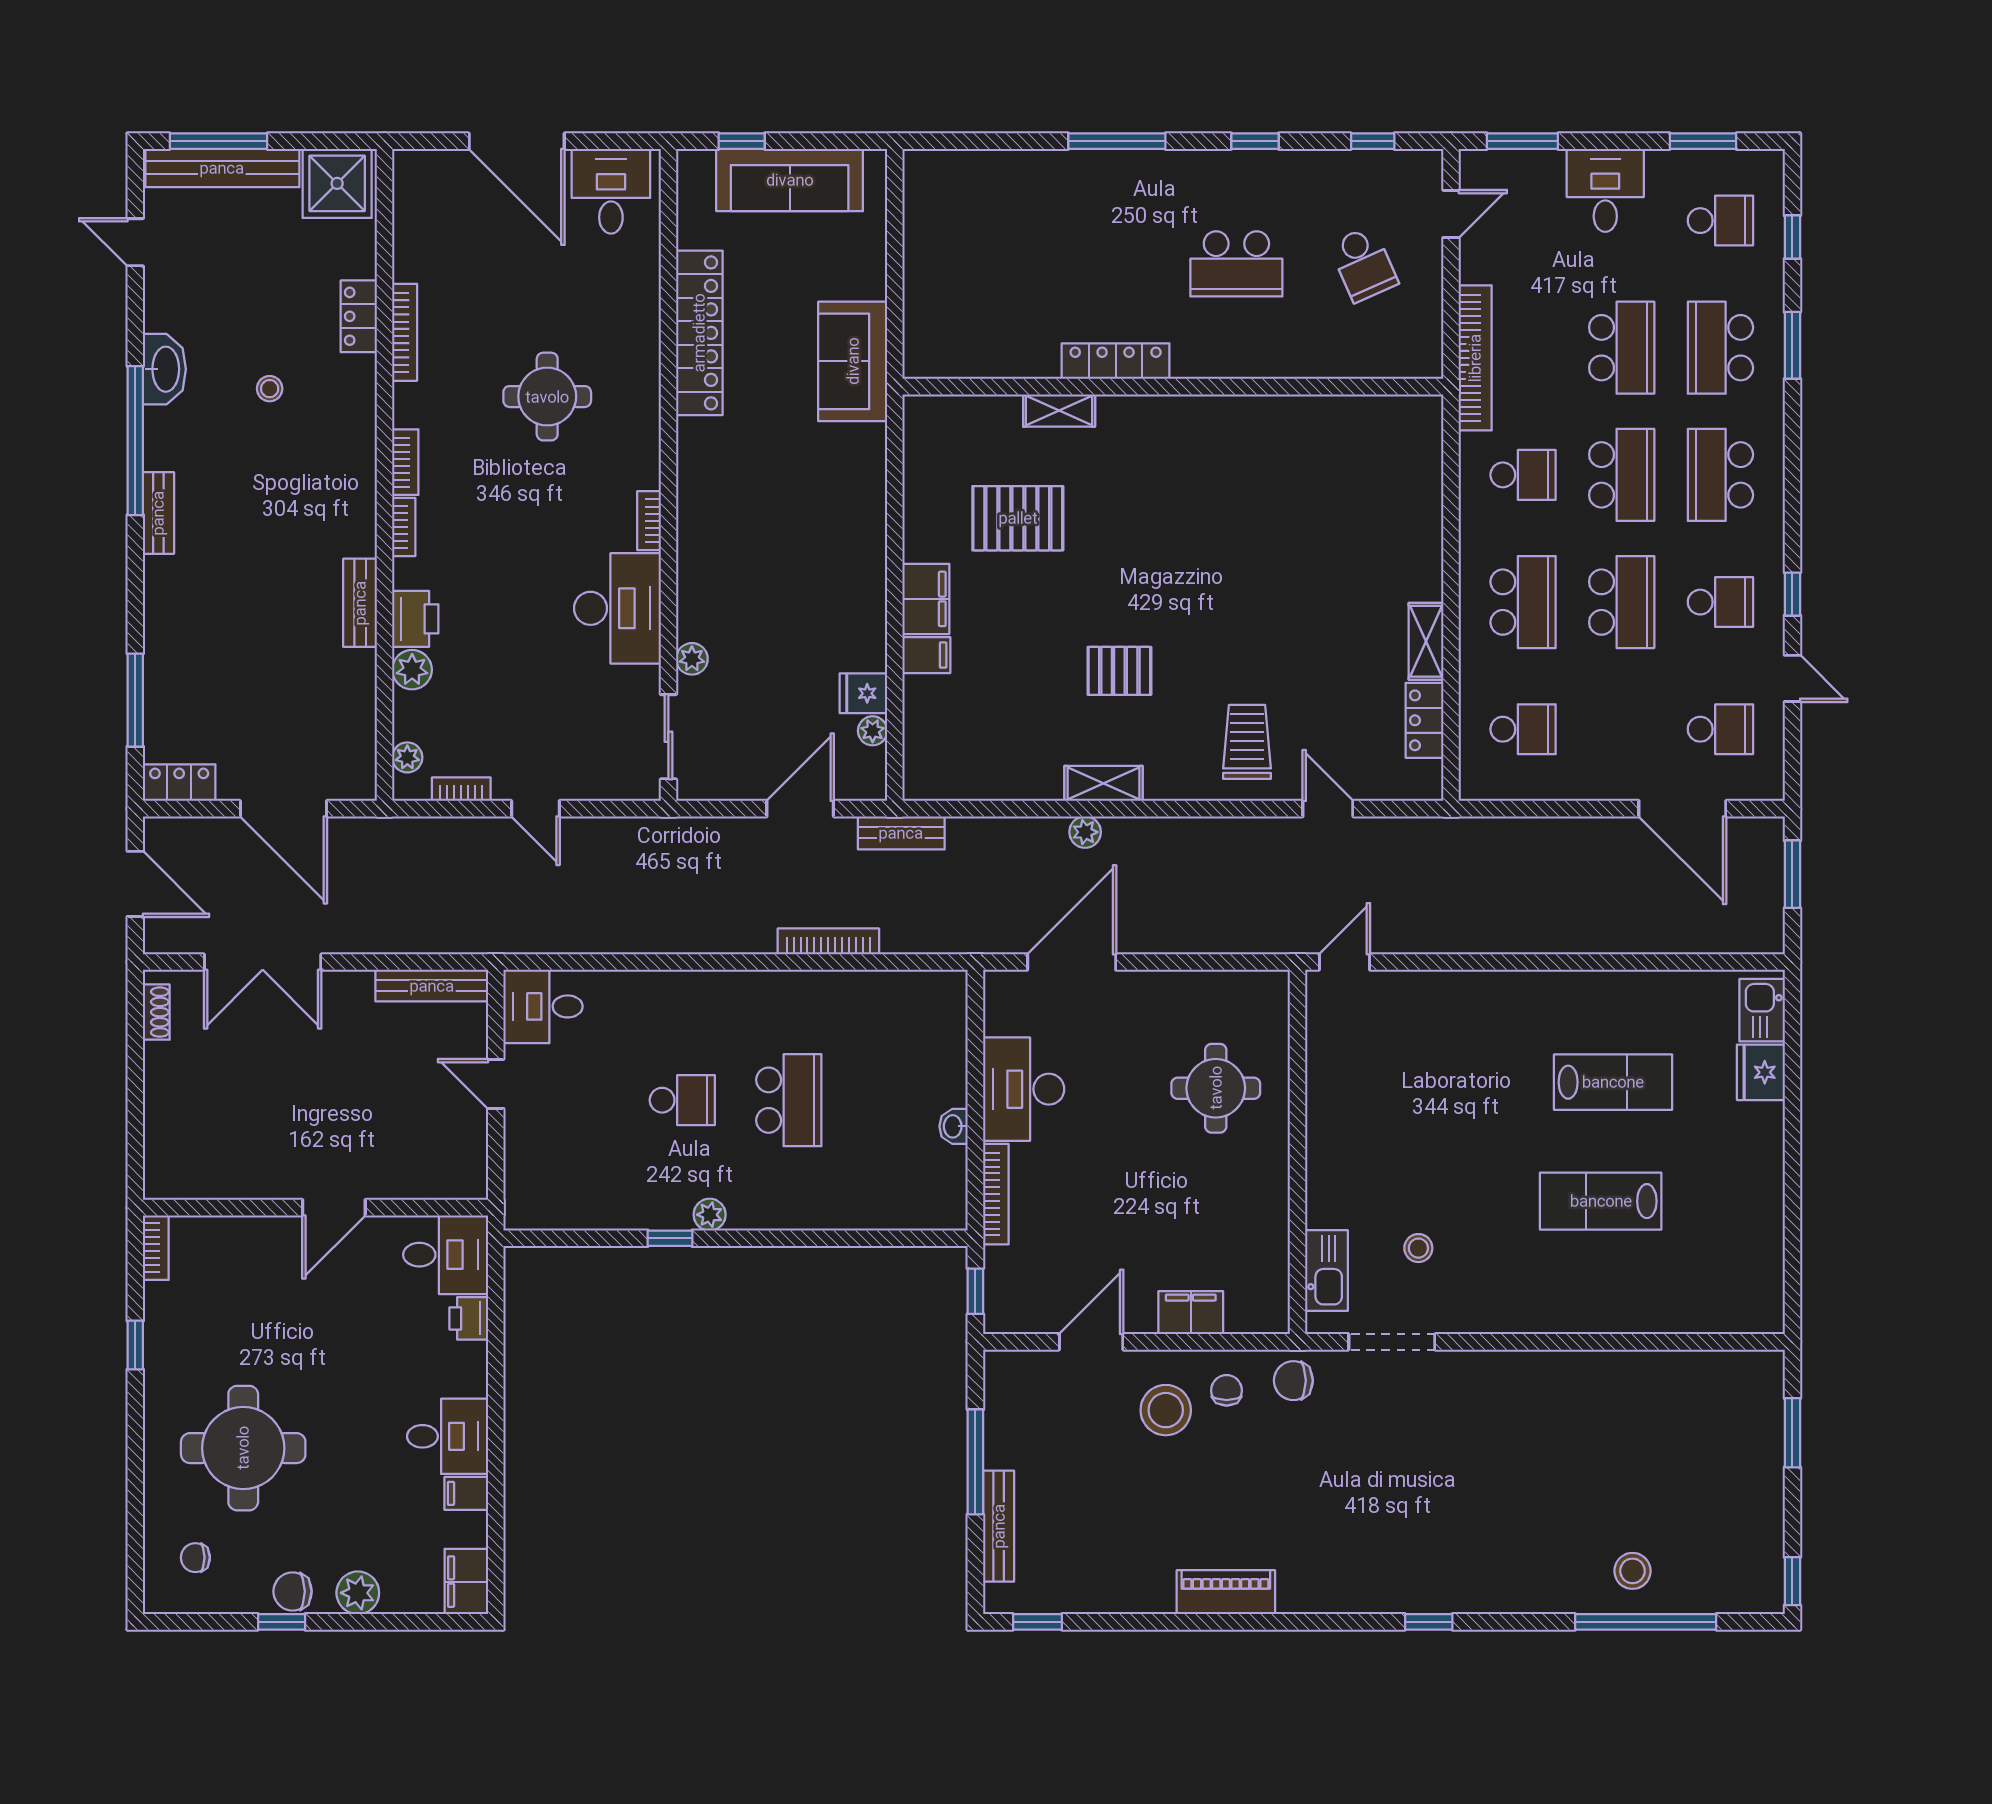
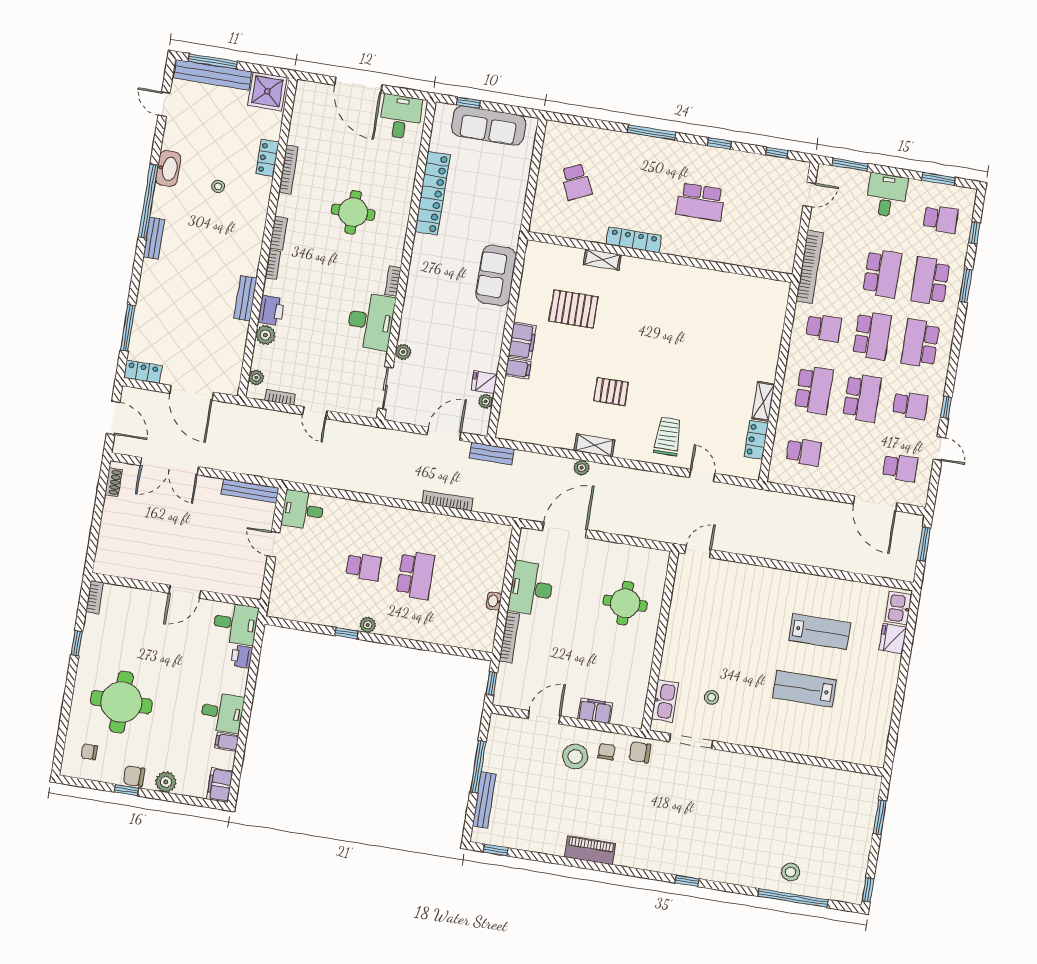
school desk: (1363, 264) -> (576, 182), moved
sofa: (853, 361) -> (496, 275), moved

